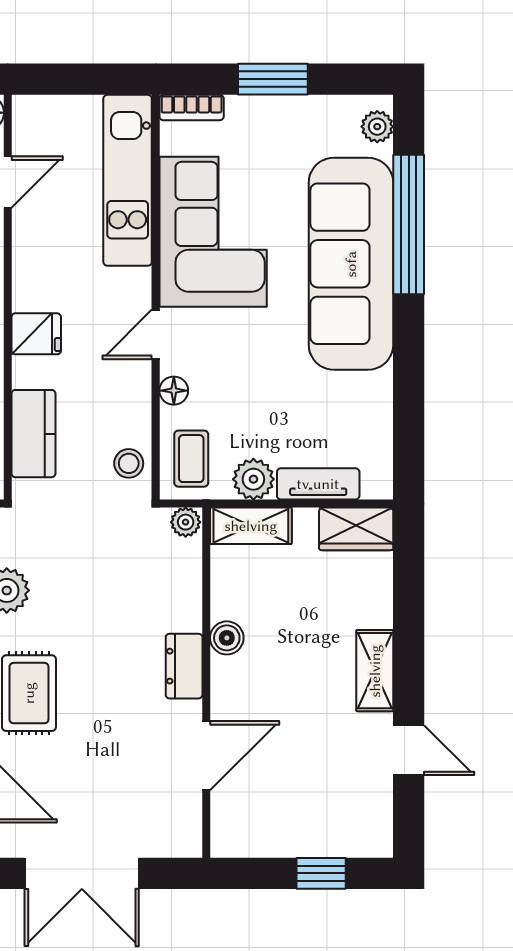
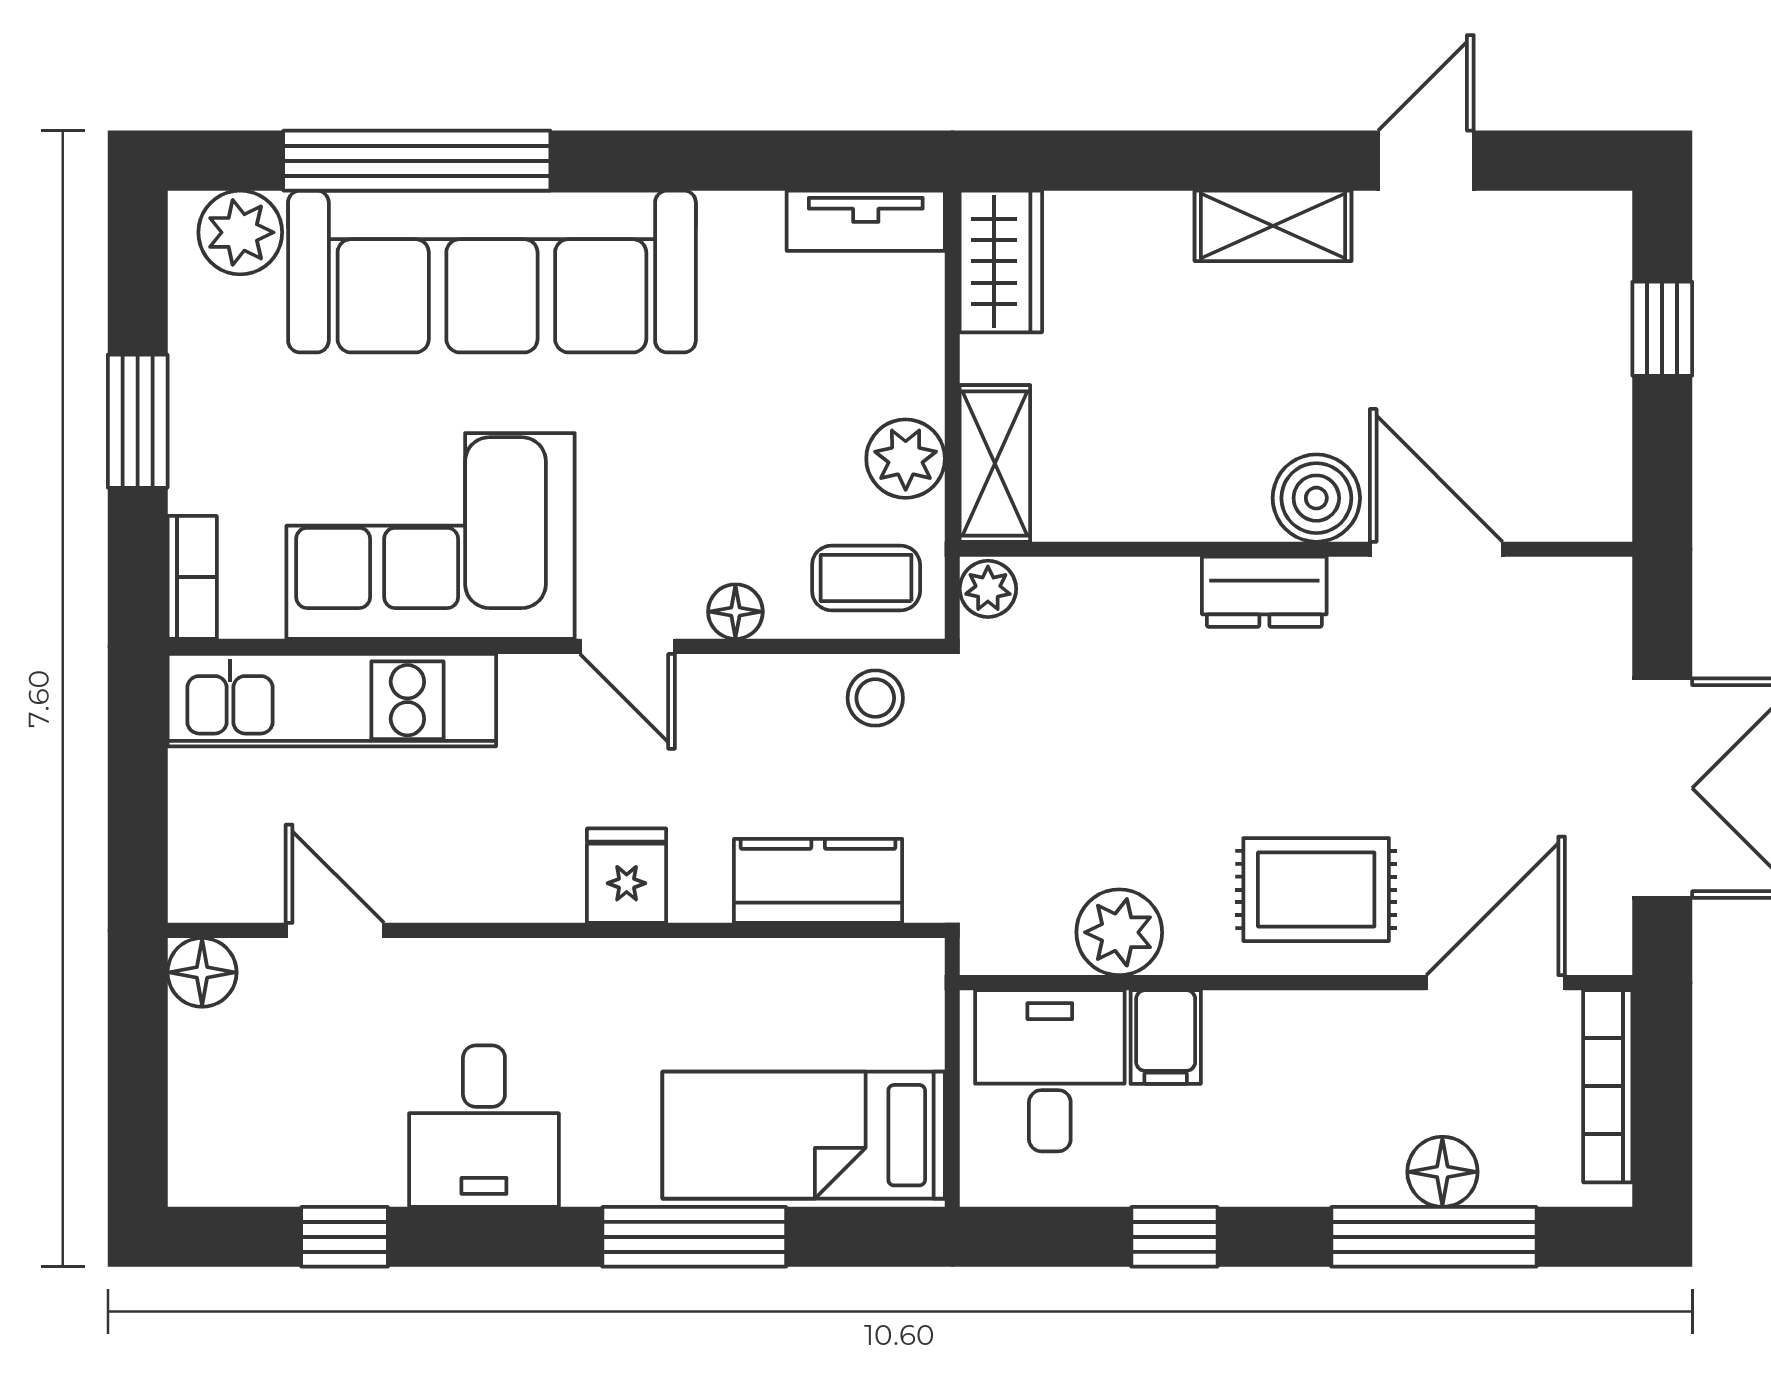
plant: (377, 127) -> (240, 232), width x1.38, depth x1.38
tv unit: (318, 484) -> (866, 221), moved, turned -90
boiler: (227, 638) -> (1316, 498), moved, width x1.36, depth x1.36

